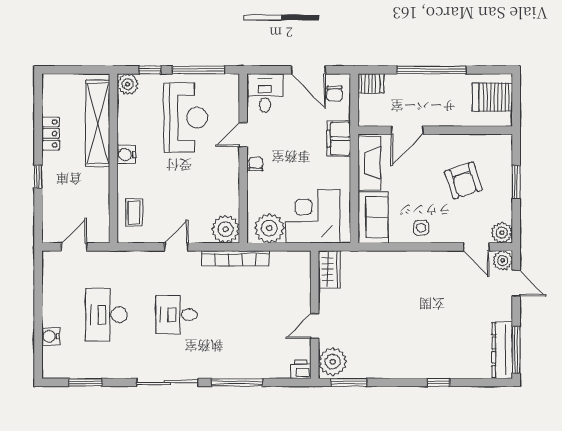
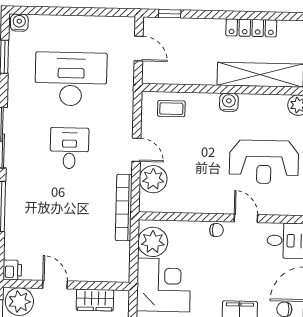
locker: (51, 134) -> (251, 28), width x1.53
window: (38, 177) -> (170, 14), moved
plant: (226, 229) -> (153, 179), moved
wardrobe: (329, 269) -> (95, 300), moved
desk: (106, 315) -> (71, 79), width x1.36, depth x1.30
water cooler: (51, 336) -> (19, 23), moved

